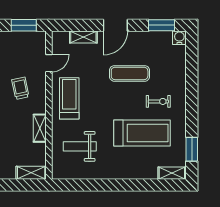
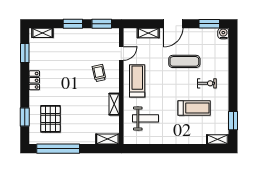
treadmill: (142, 133) -> (194, 108), width x0.73, depth x0.73
weight bench: (80, 146) -> (145, 118), turned 180

